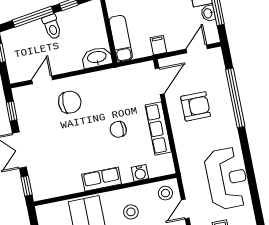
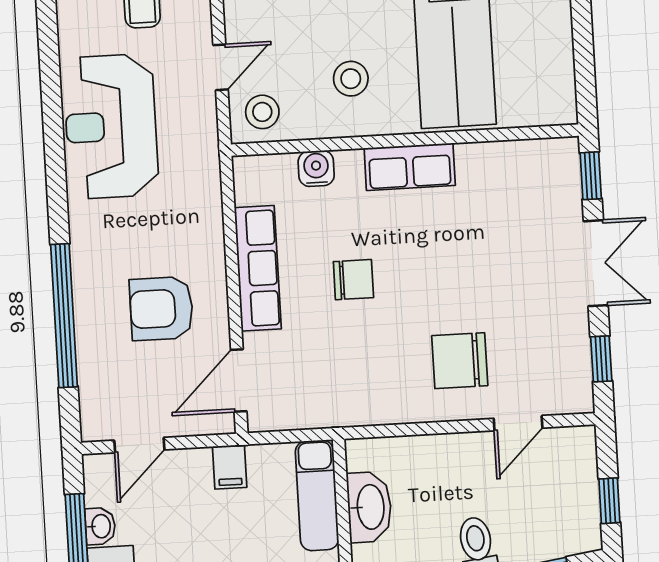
washbasin: (97, 57) -> (369, 507), moved, turned -90

